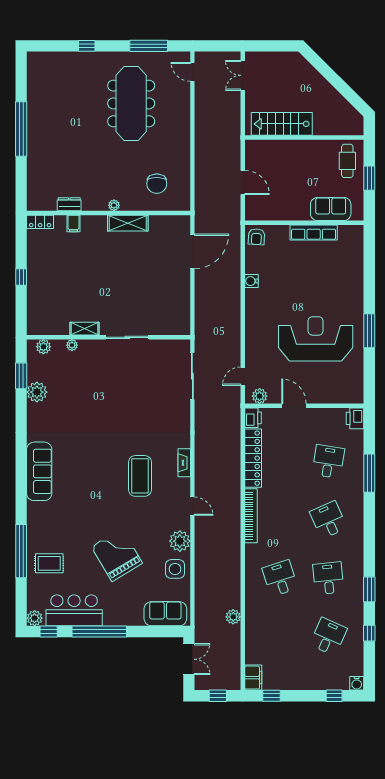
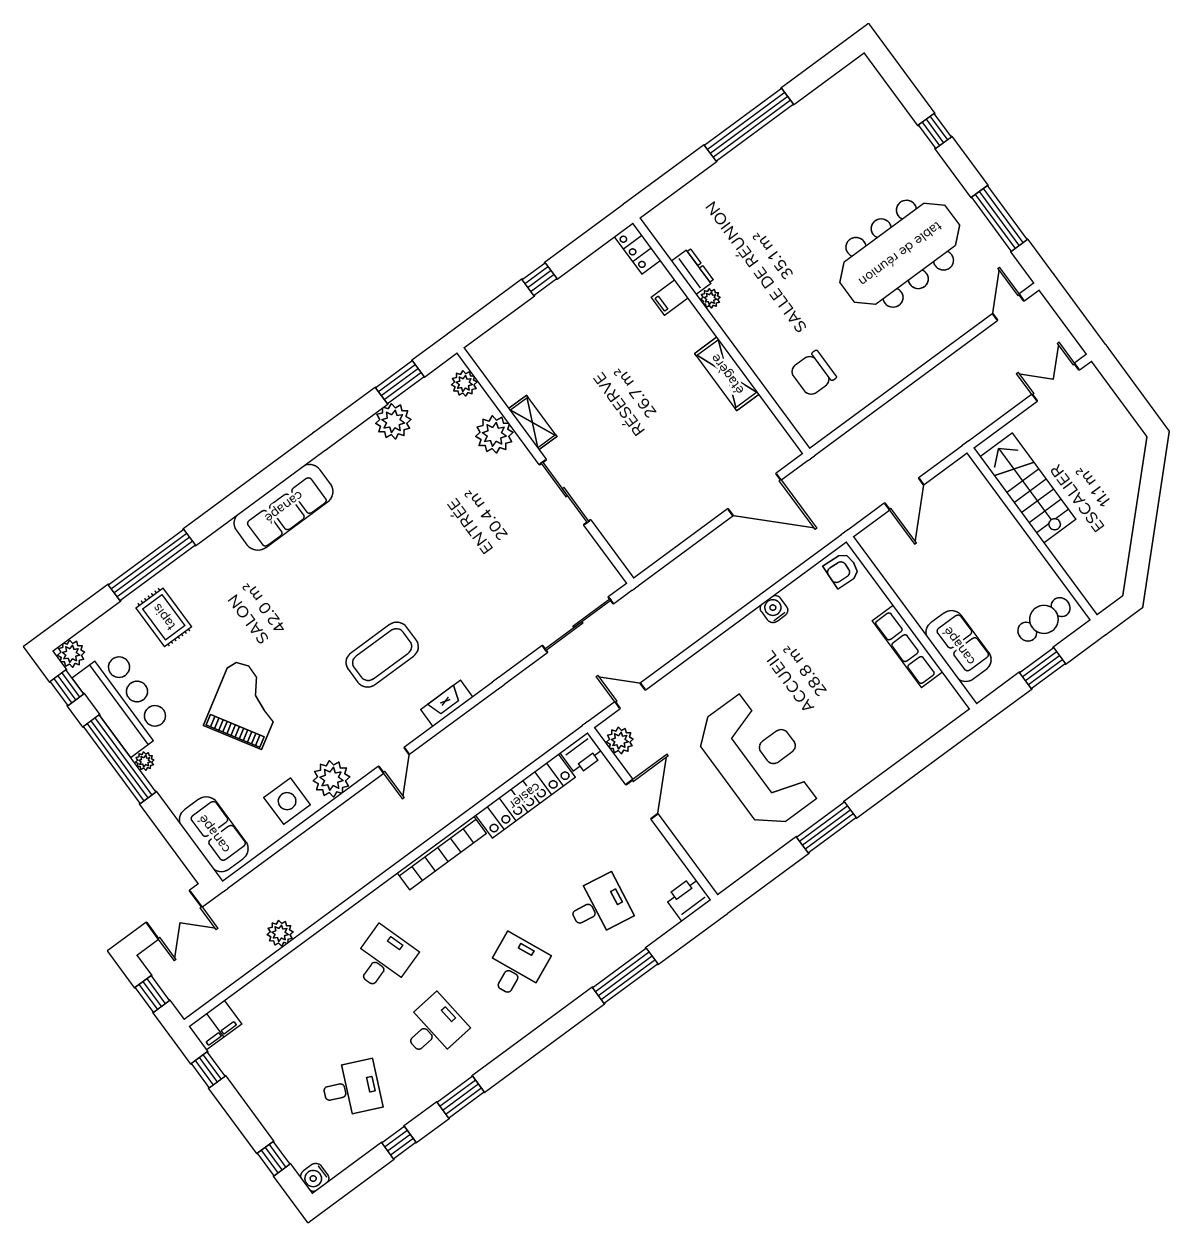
plant: (114, 205) -> (710, 298), moved
plant: (72, 345) -> (494, 434), width x1.88, depth x1.88
plant: (109, 621) -> (145, 761), added

